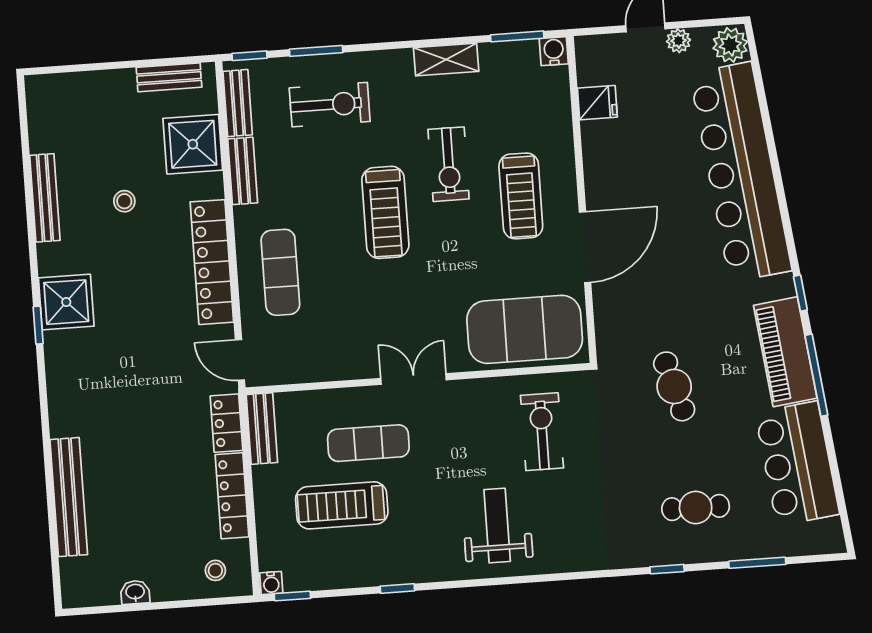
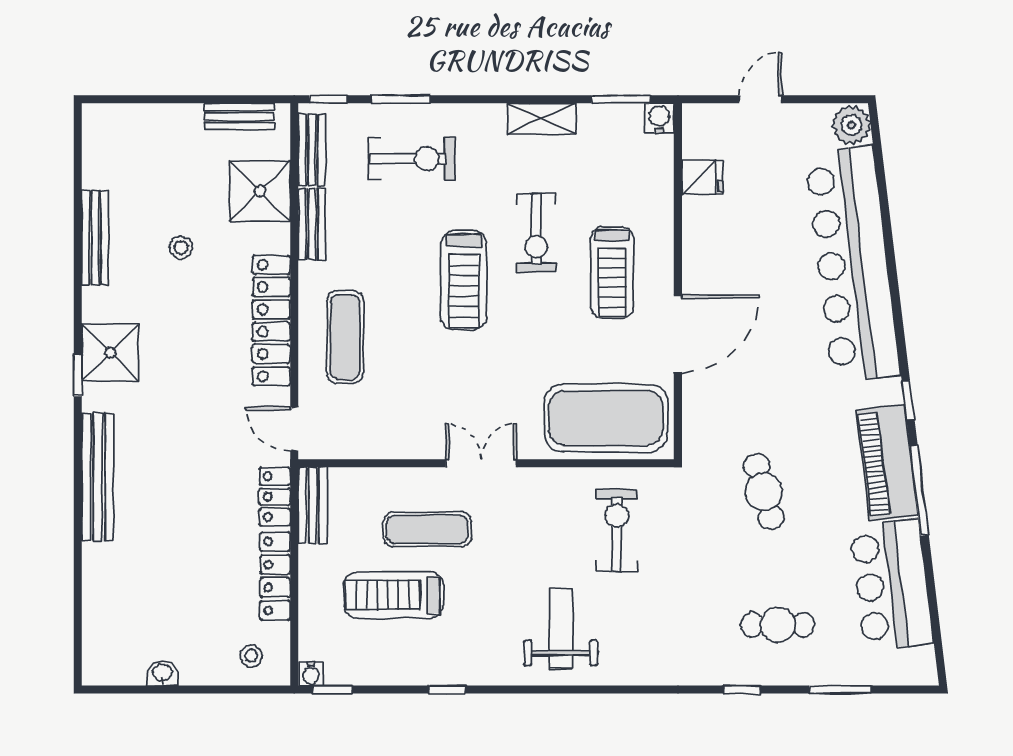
plant: (679, 41) -> (795, 116), removed
bench: (69, 497) -> (98, 477), moved

